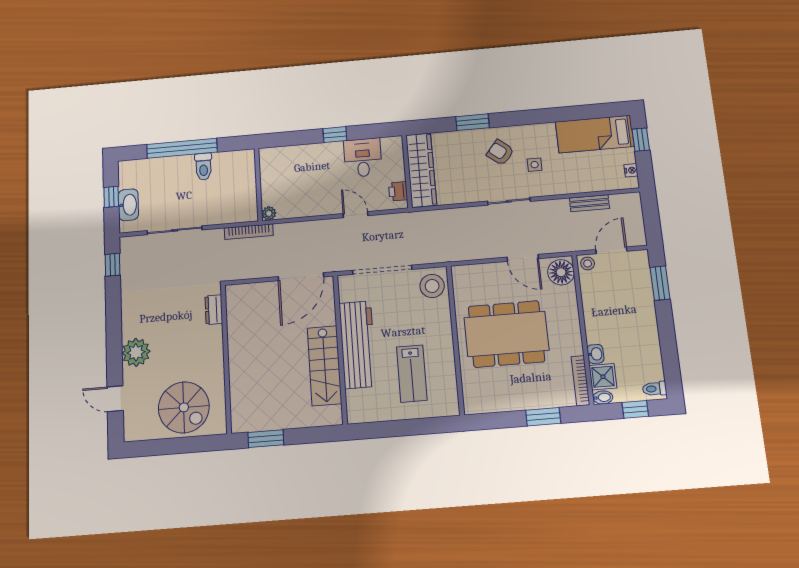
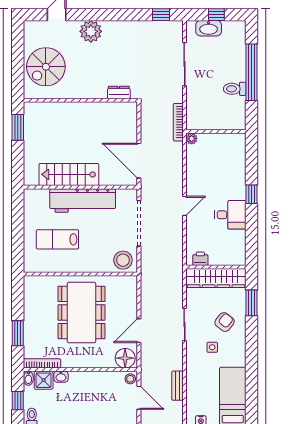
wardrobe: (421, 170) -> (216, 278), moved
wall: (407, 171) -> (216, 267), moved
printer: (398, 191) -> (200, 259), moved

